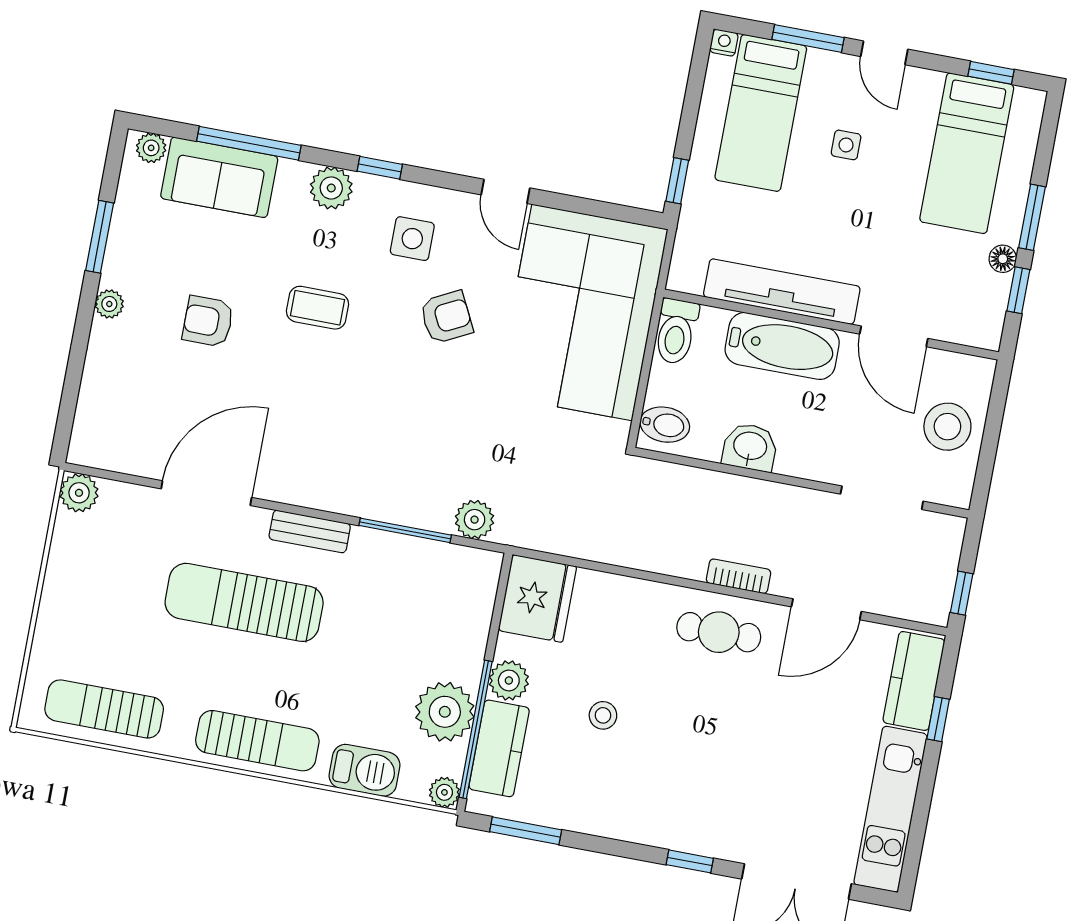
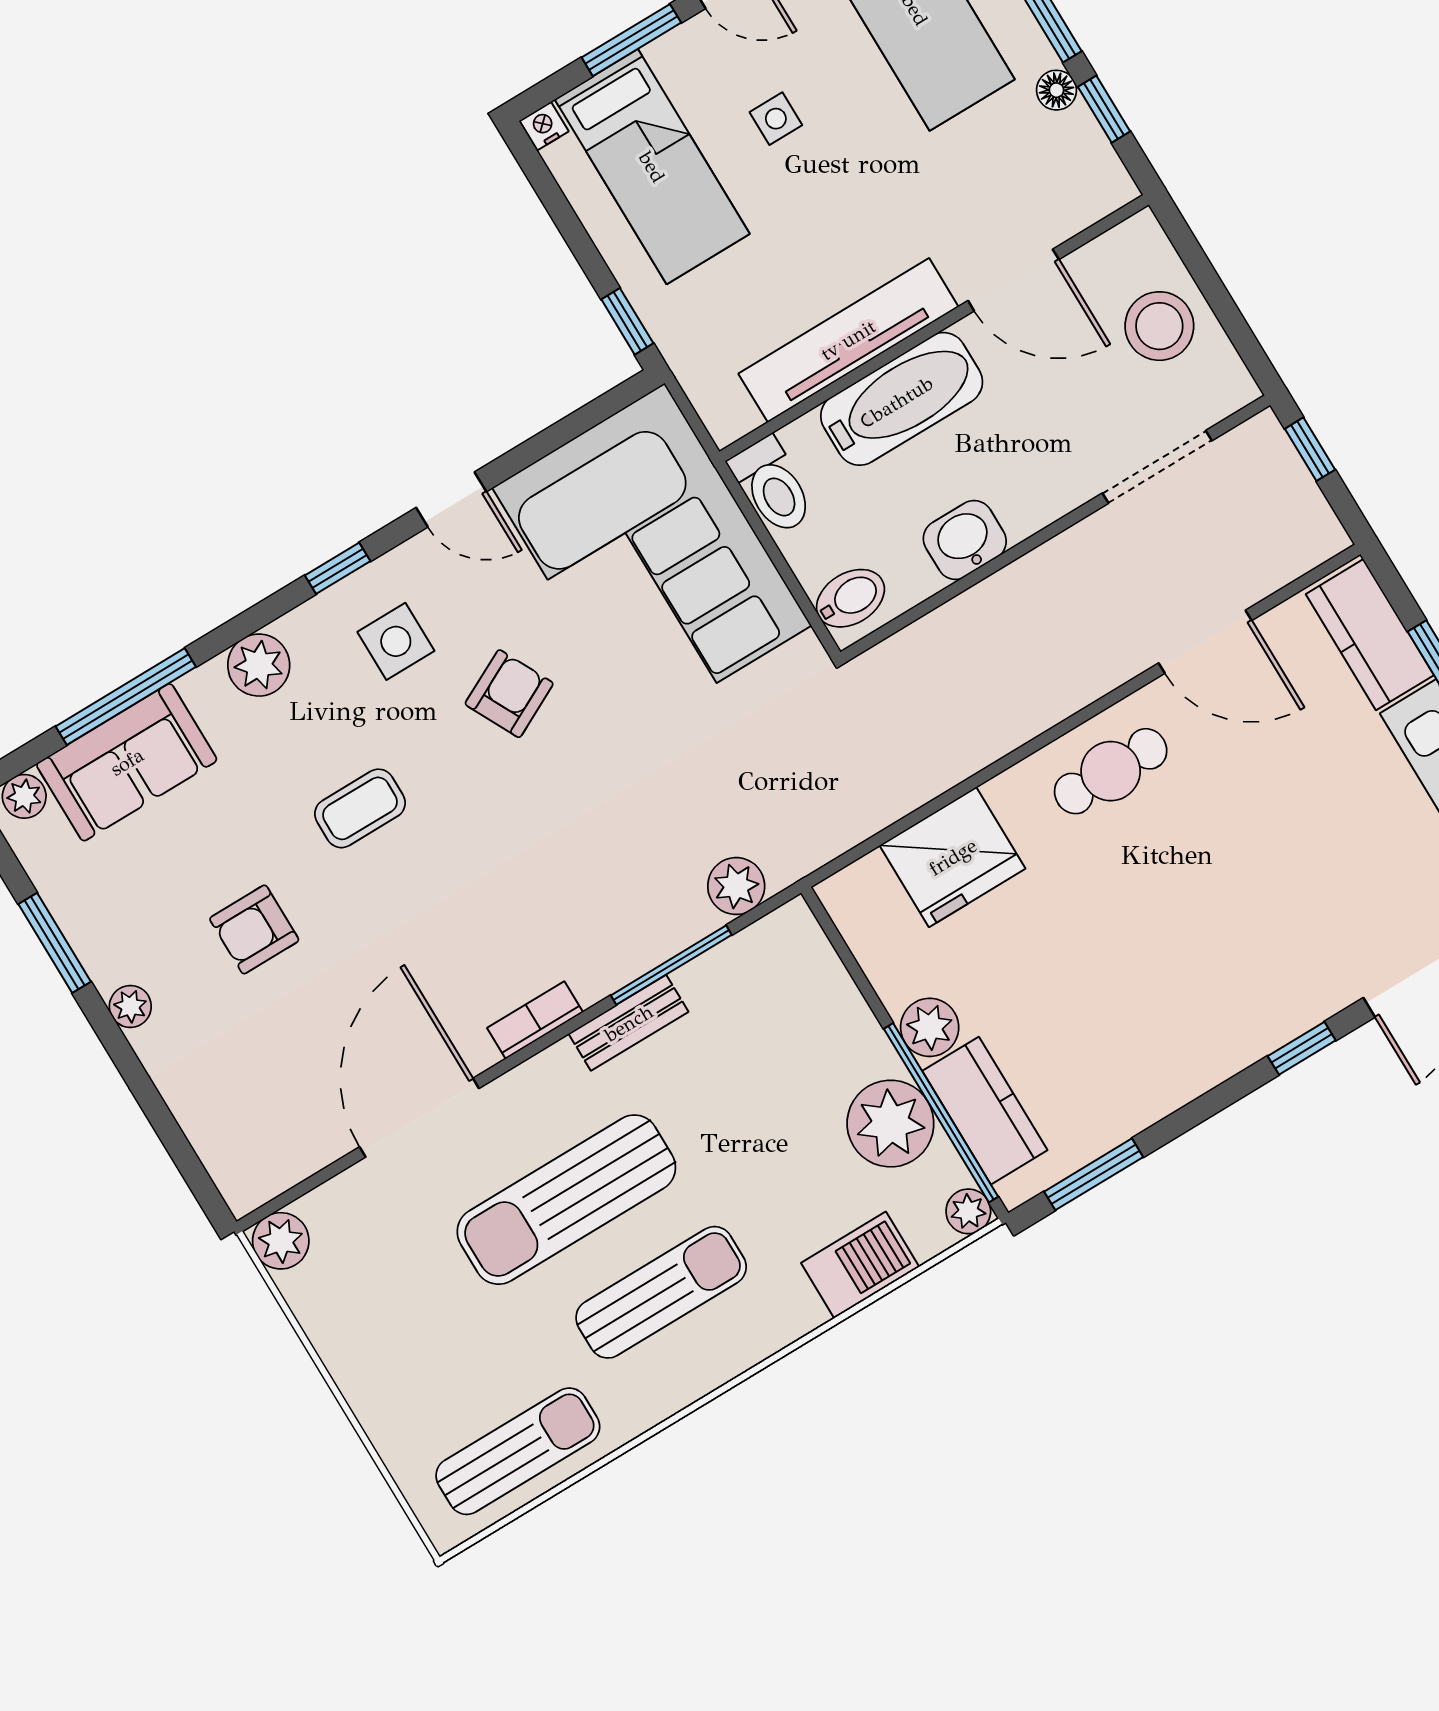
window: (380, 168) -> (338, 568), moved
bench: (310, 531) -> (629, 1023), moved
bookcase: (738, 576) -> (535, 1020), moved
window: (962, 593) -> (1310, 449), moved
fridge: (537, 598) -> (953, 857), moved, turned 90
door: (826, 609) -> (1205, 642), hinge flipped
sun lounger: (104, 709) -> (518, 1451), turned 180
stool: (603, 715) -> (1066, 974), removed
sun lounger: (257, 741) -> (661, 1292), moved

